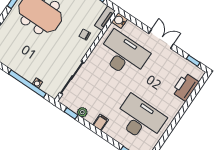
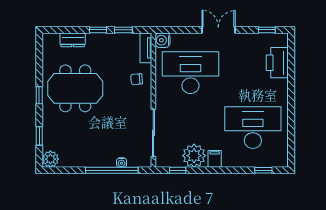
plant: (82, 112) -> (194, 156), width x1.88, depth x1.88

